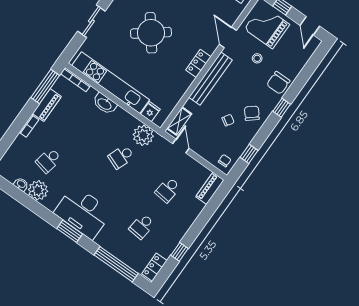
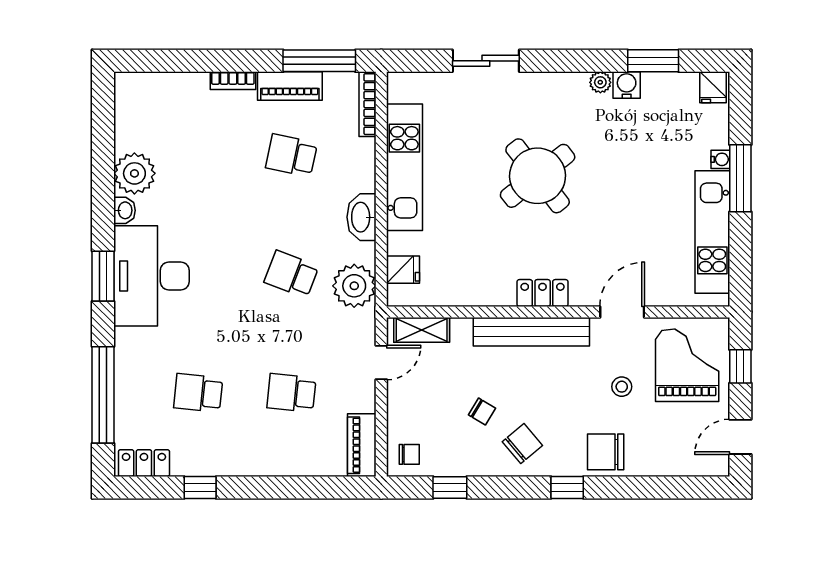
kitchen unit: (111, 83) -> (404, 167), width x0.73
washbasin: (105, 104) -> (361, 217), moved
school desk: (49, 160) -> (291, 155), moved
washbasin: (21, 184) -> (125, 210), moved
piano: (210, 188) -> (362, 445), moved, turned -90

